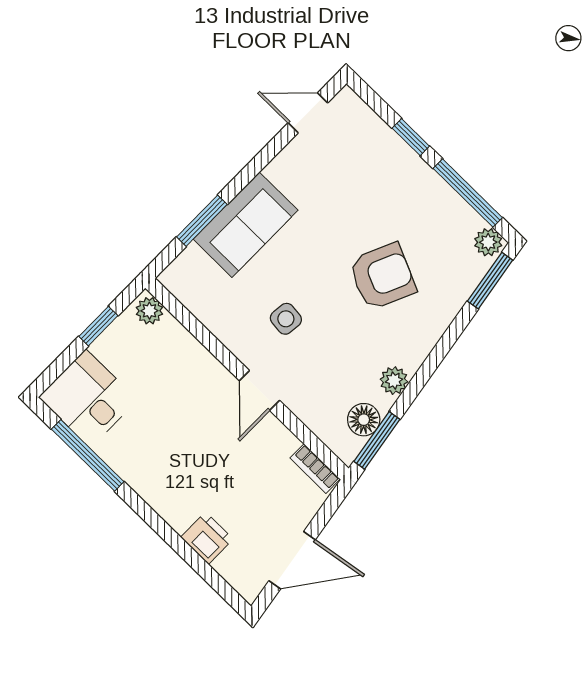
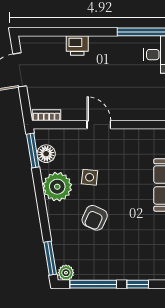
armchair: (382, 276) -> (95, 218), width x0.72, depth x0.72
side table: (286, 319) -> (90, 177), moved
plant: (394, 381) -> (57, 187), width x1.87, depth x1.87
printer: (207, 538) -> (77, 46), moved

